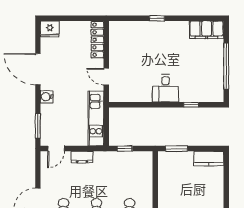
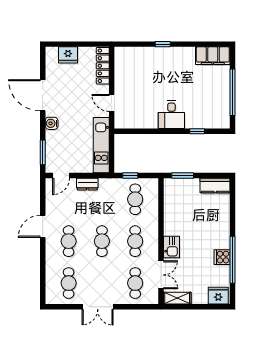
fridge: (50, 29) -> (68, 55), moved
cafe table: (130, 172) -> (135, 199), added

